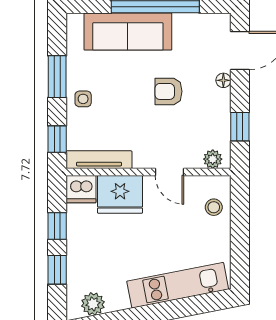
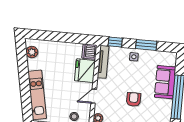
sofa: (128, 32) -> (165, 82), width x0.73
window: (57, 226) -> (72, 38), removed
window: (57, 270) -> (50, 36), removed

